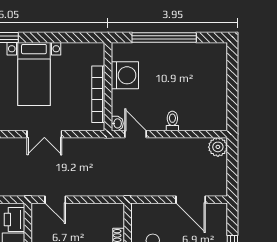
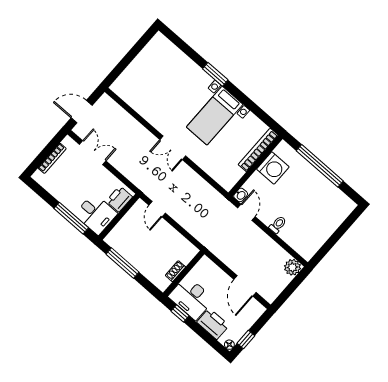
bookcase: (98, 94) -> (258, 150), moved
double door: (44, 134) -> (173, 148), moved

